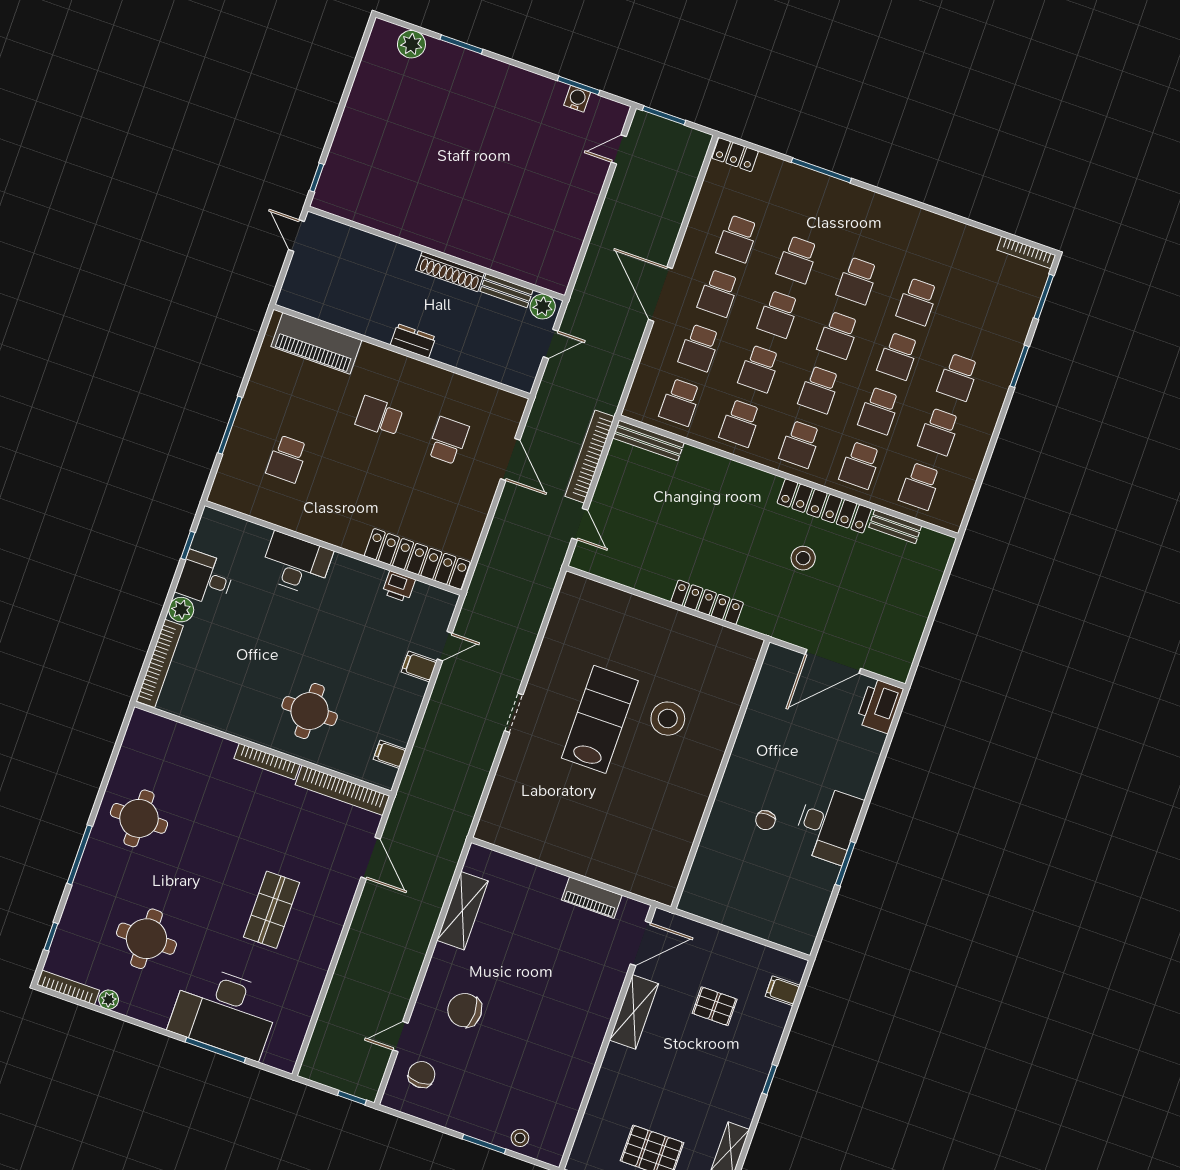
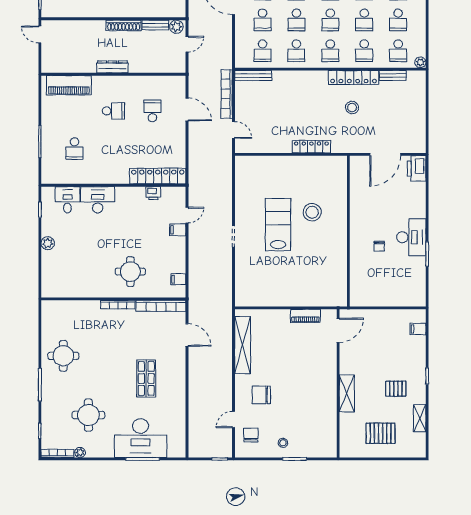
dresser: (413, 341) -> (112, 67), width x1.44
school desk: (379, 416) -> (113, 111), turned 180
plant: (952, 521) -> (420, 62), added
desk: (205, 578) -> (67, 200), moved, turned 90
bookcase: (160, 663) -> (46, 274), removed
shelving: (462, 911) -> (243, 345), width x1.47
pallet: (715, 1006) -> (396, 389), moved
shelving: (634, 1012) -> (347, 393), moved
stool: (520, 1138) -> (283, 443), moved

